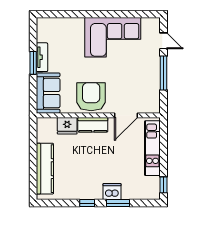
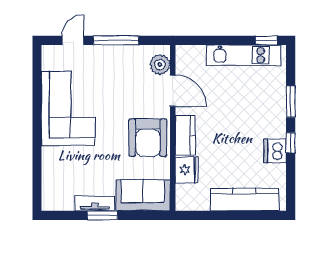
armchair: (91, 97) -> (148, 138), turned -90
plant: (146, 106) -> (160, 65), added
kitchen unit: (152, 148) -> (244, 55), moved
dishwasher: (112, 192) -> (275, 151), moved

